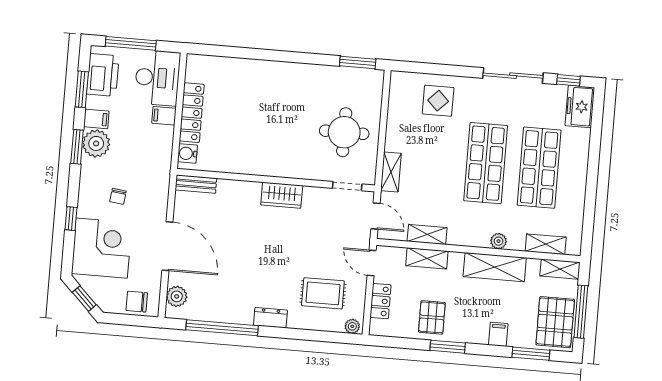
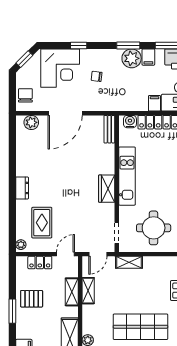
kitchen unit: (266, 164) -> (127, 176), added
window: (222, 328) -> (12, 155), removed

